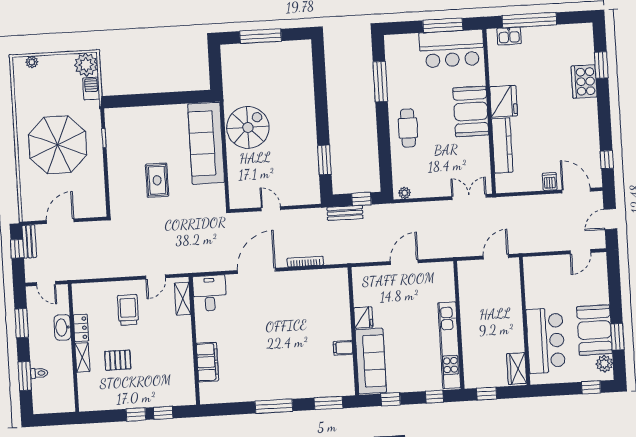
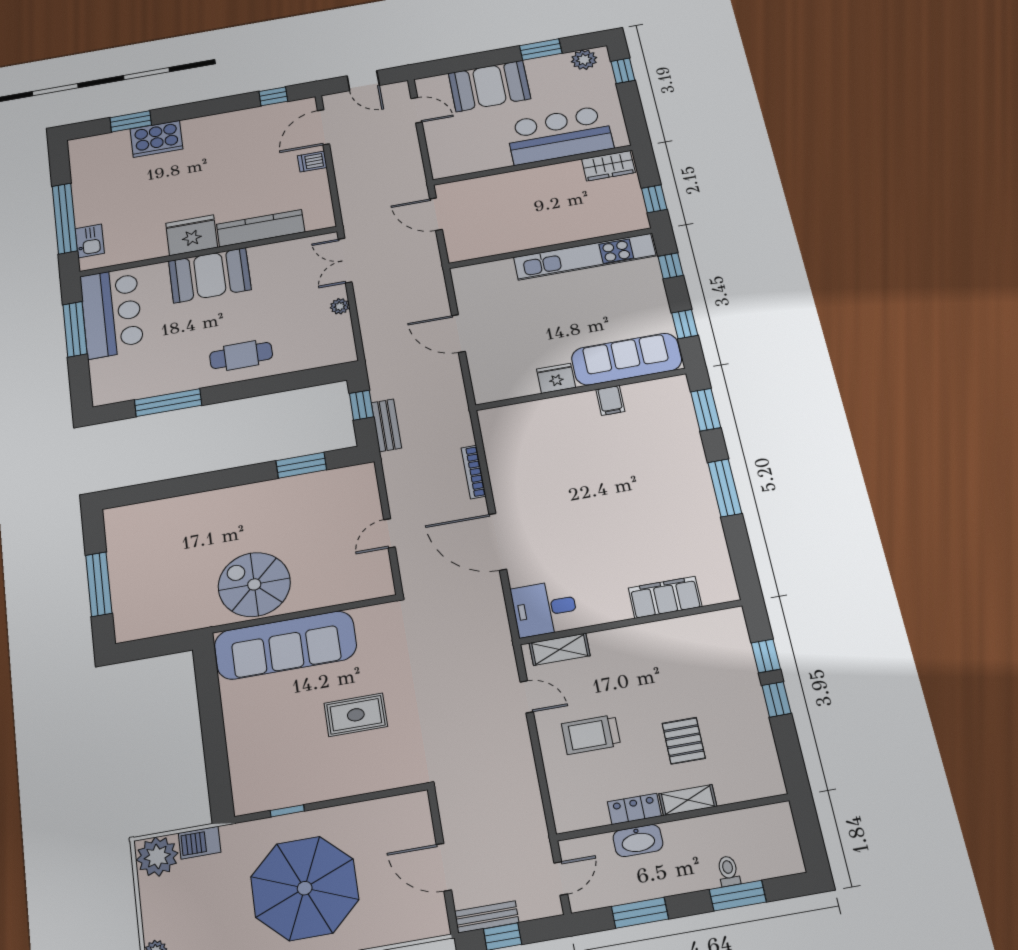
plant: (405, 193) -> (340, 306), moved
booth: (594, 330) -> (489, 86), moved

